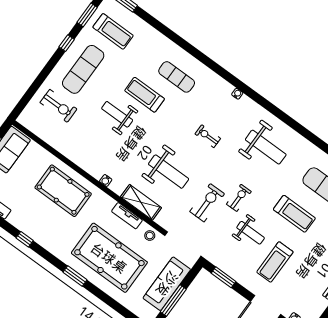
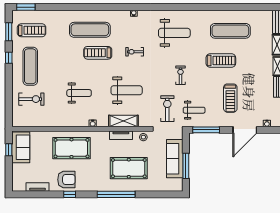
exercise mat: (177, 77) -> (90, 30), width x1.36, depth x1.45
treadmill: (145, 95) -> (98, 53), moved
weight bench: (117, 114) -> (79, 93), moved, turned 180
exercise bike: (207, 203) -> (167, 109), moved
armchair: (33, 221) -> (66, 180), added
weight bench: (251, 233) -> (194, 110), moved
pool table: (109, 258) -> (129, 168), width x0.73, depth x0.76
window: (75, 276) -> (116, 194), width x2.11
window: (224, 277) -> (206, 130), width x1.44

